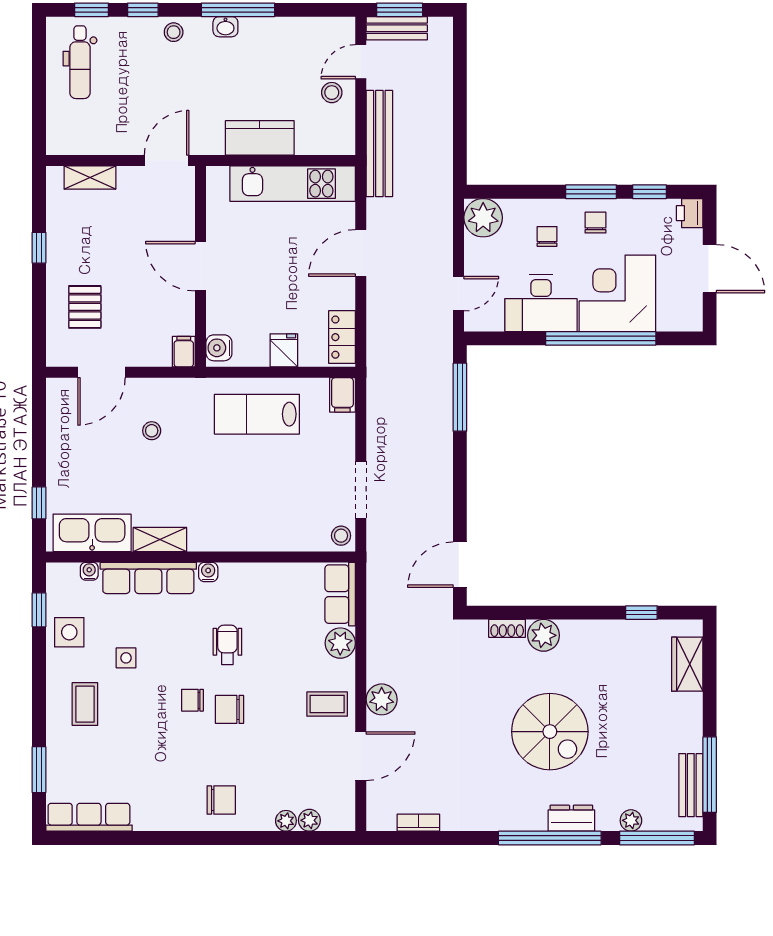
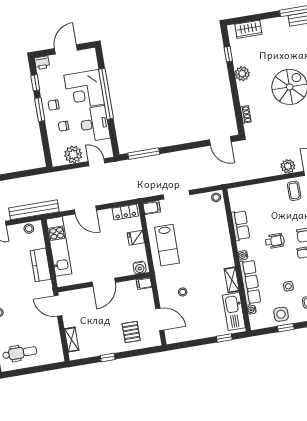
stool: (332, 93) -> (29, 229), moved
plant: (483, 218) -> (73, 155), moved
pallet: (85, 307) -> (131, 332), turned 90
doorway: (361, 490) -> (176, 195), moved
row of seats: (340, 594) -> (240, 225), moved, turned -90
window: (39, 610) -> (286, 328), moved
plant: (544, 635) -> (242, 74), moved
plant: (340, 643) -> (265, 190), removed
wheelchair: (227, 645) -> (275, 241), turned 180

